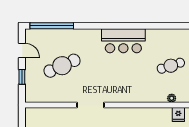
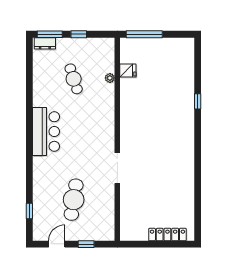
window: (52, 26) -> (29, 211), width x0.32
cafe table: (62, 66) -> (74, 200), turned 33

